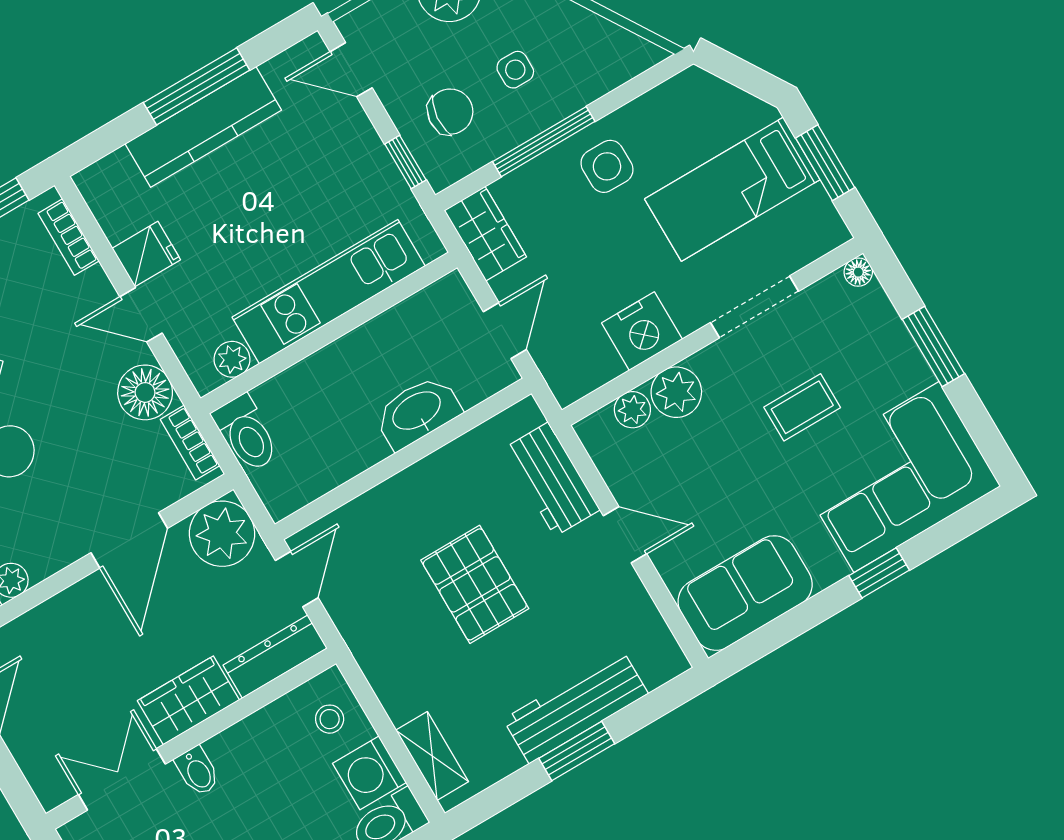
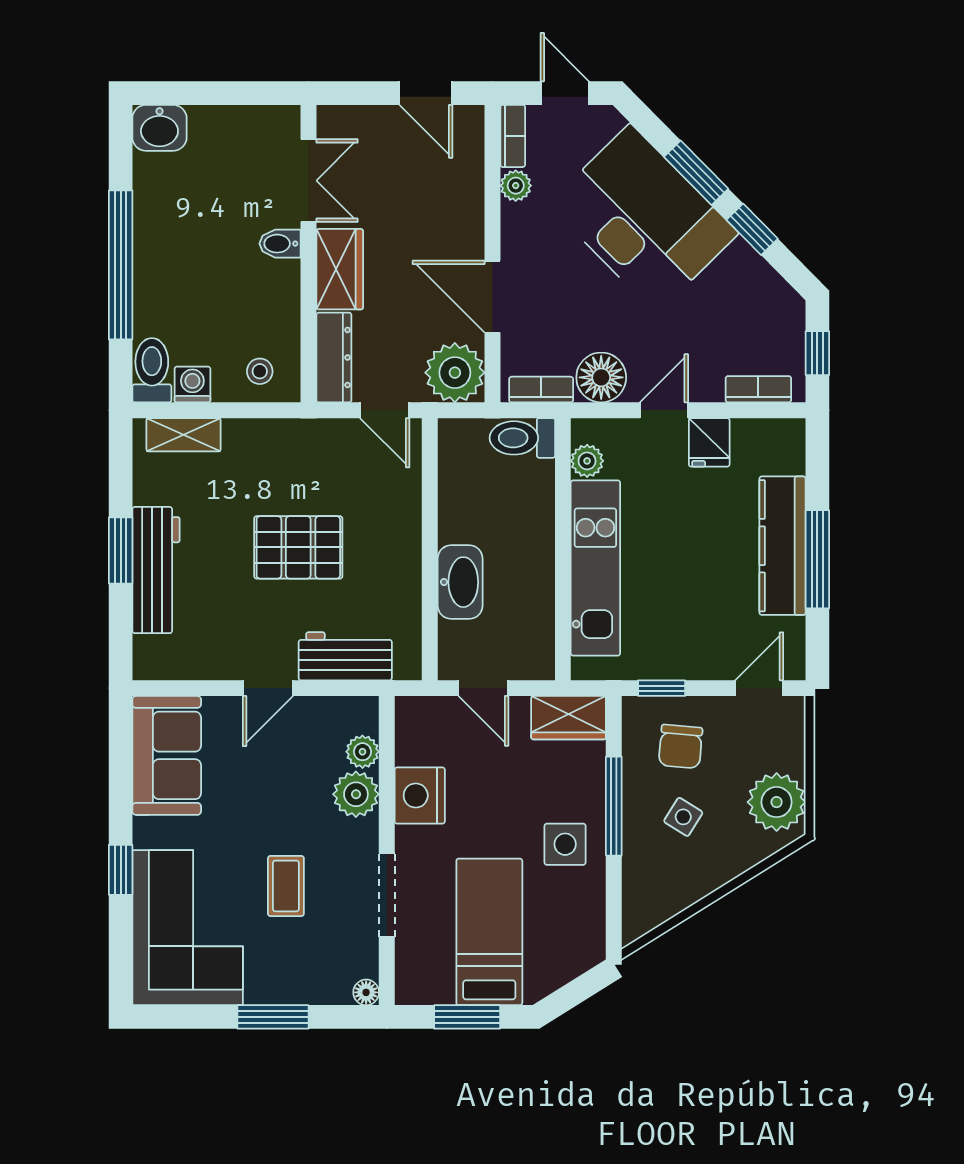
side table: (515, 70) -> (683, 817), turned 32
washing machine: (369, 773) -> (192, 384), width x0.73, depth x0.73

